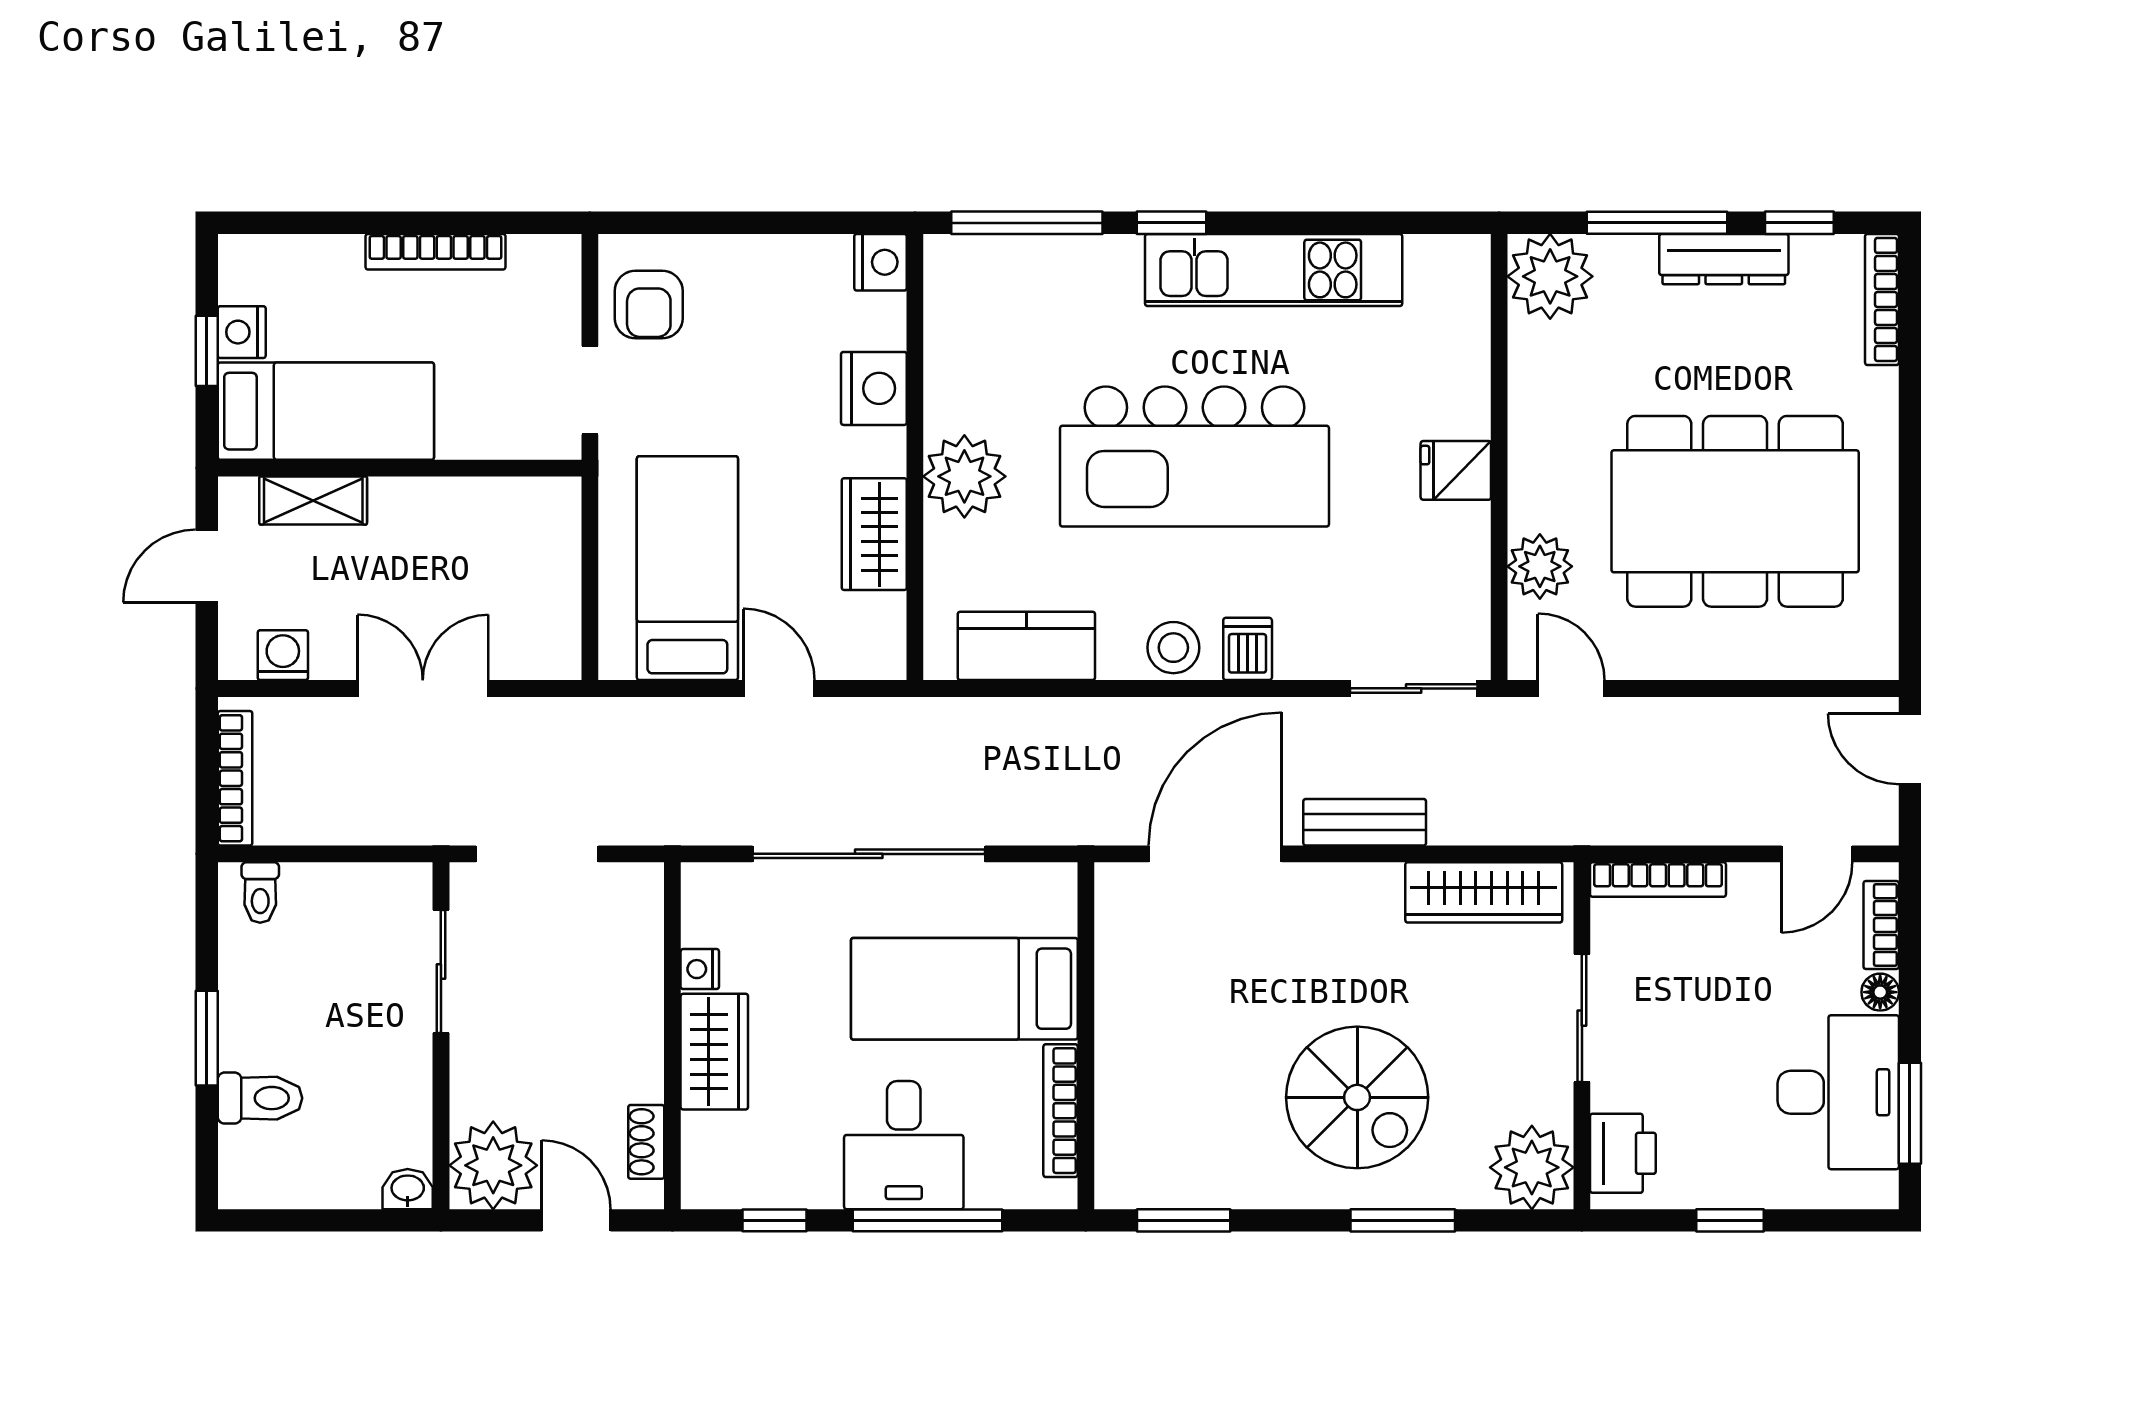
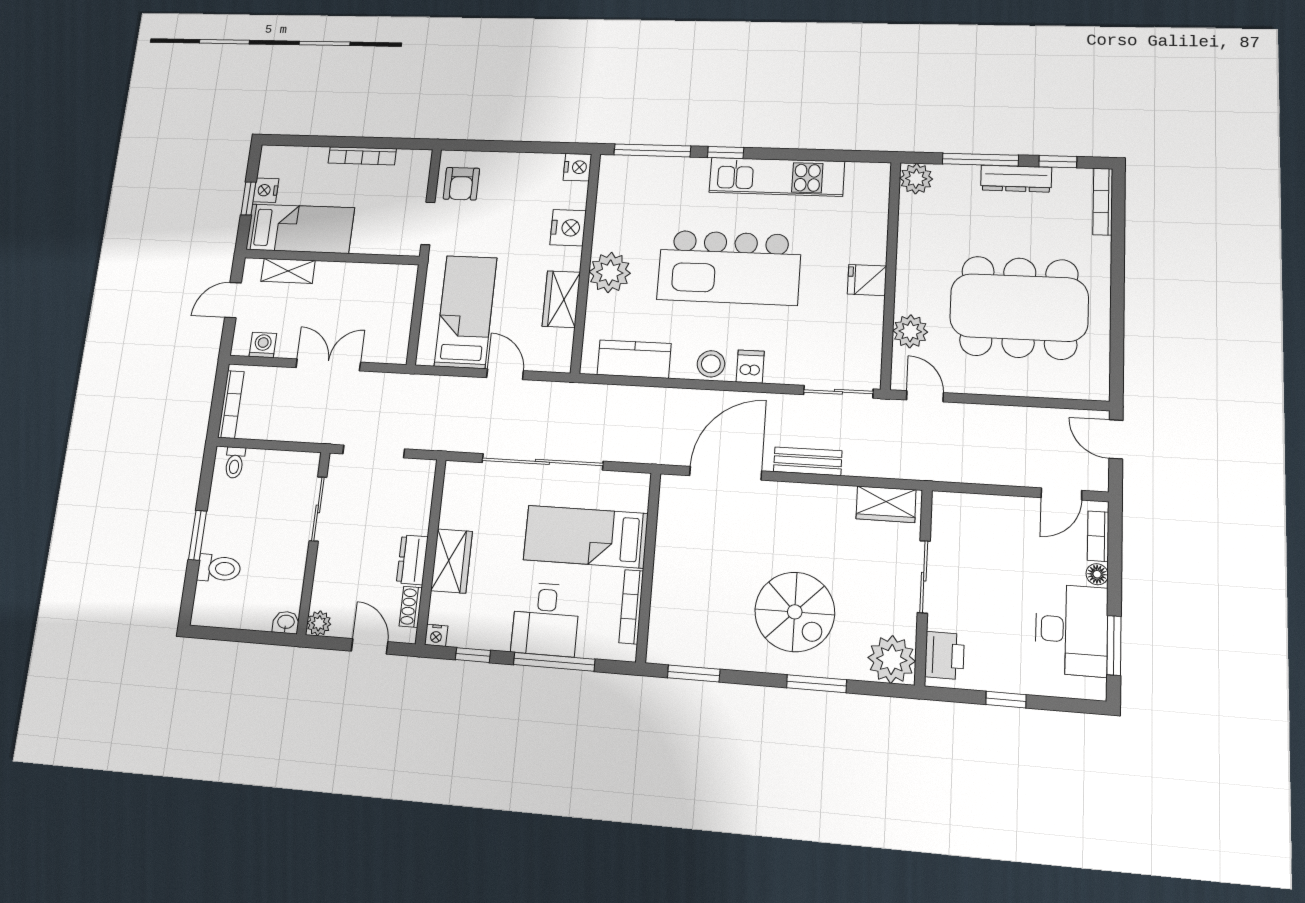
plant: (1550, 276) -> (916, 179), width x0.73, depth x0.73
bookcase: (1658, 879) -> (970, 502), removed
wardrobe: (1484, 892) -> (886, 504), width x0.67
nightstand: (700, 969) -> (436, 635), moved, turned -90
dresser: (639, 1055) -> (412, 560), added
plant: (493, 1165) -> (319, 623), width x0.53, depth x0.53

